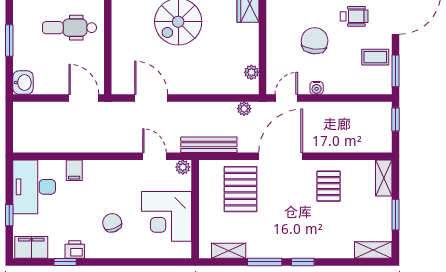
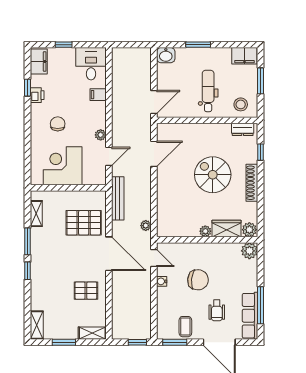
plant: (251, 72) -> (205, 231), moved
plant: (183, 167) -> (101, 135), moved
desk: (34, 187) -> (91, 64), width x0.73
chair: (112, 223) -> (58, 124), turned -70

